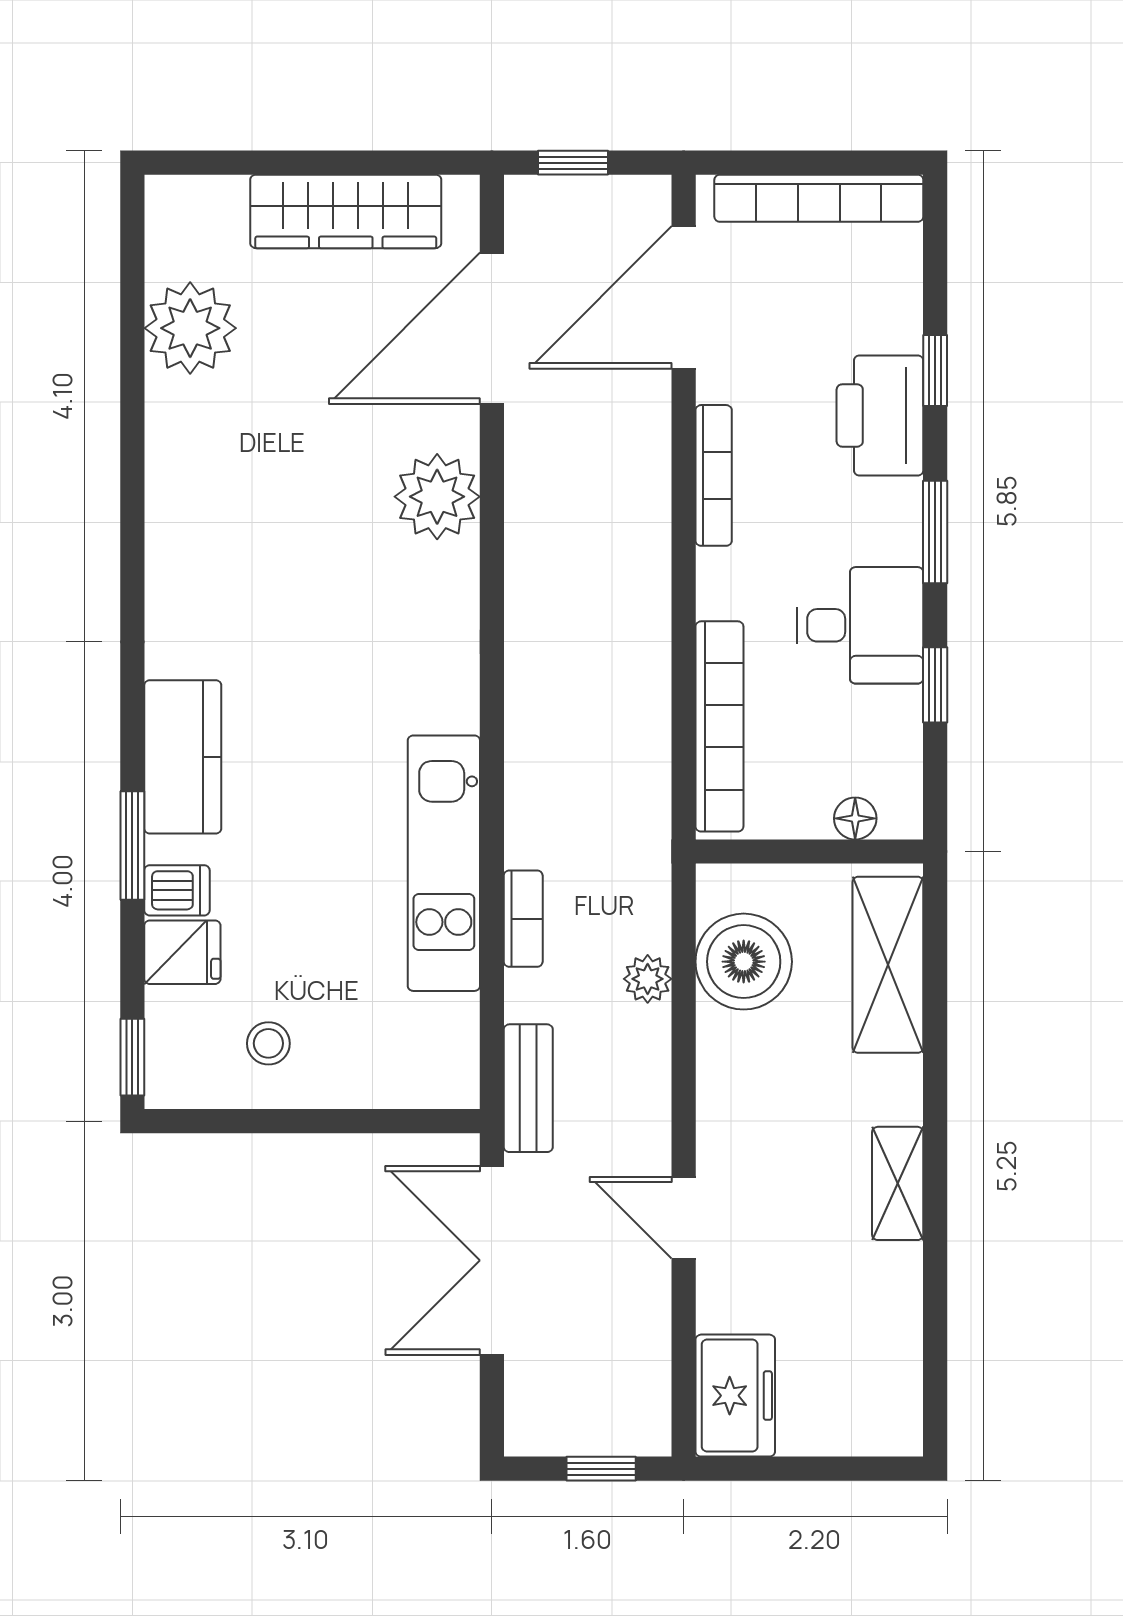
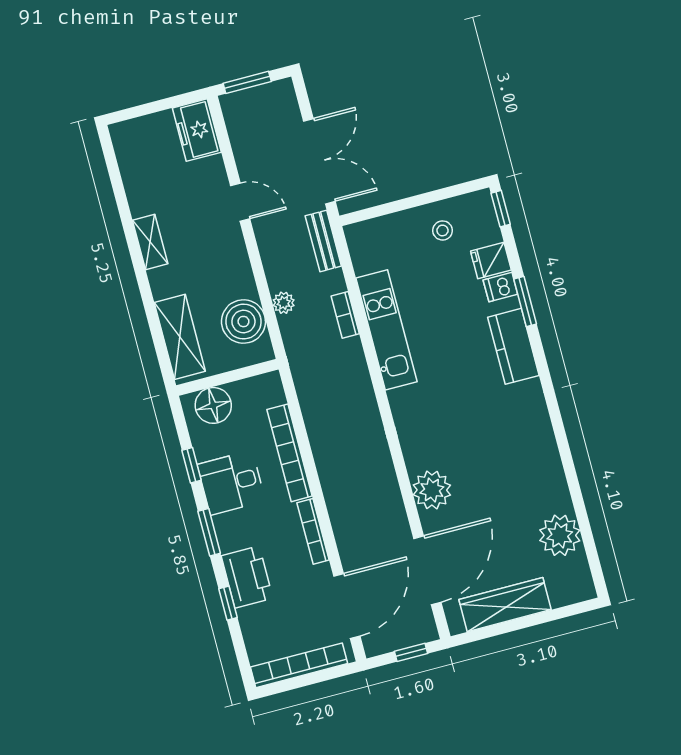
bookcase: (719, 726) -> (290, 453), moved
floor lamp: (855, 818) -> (213, 405), width x1.89, depth x1.89
window: (601, 1469) -> (247, 82), width x1.50

